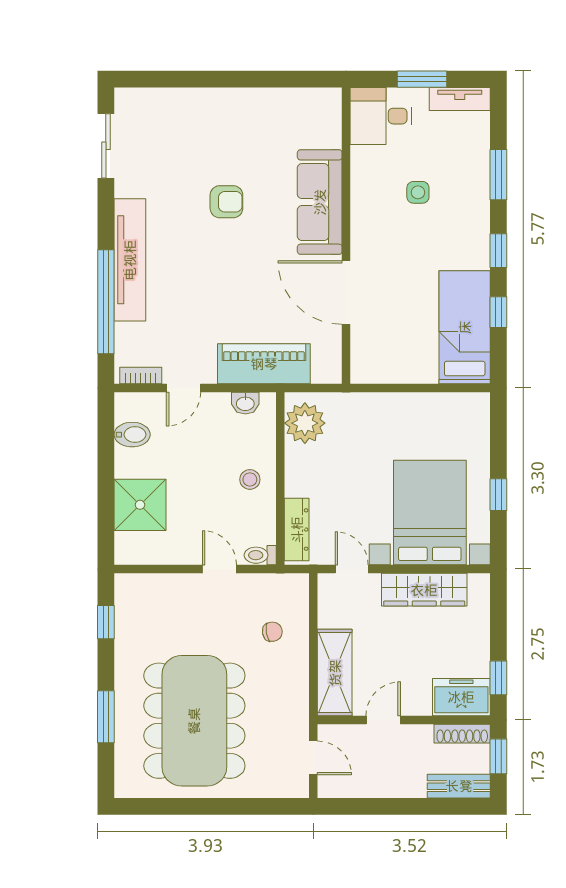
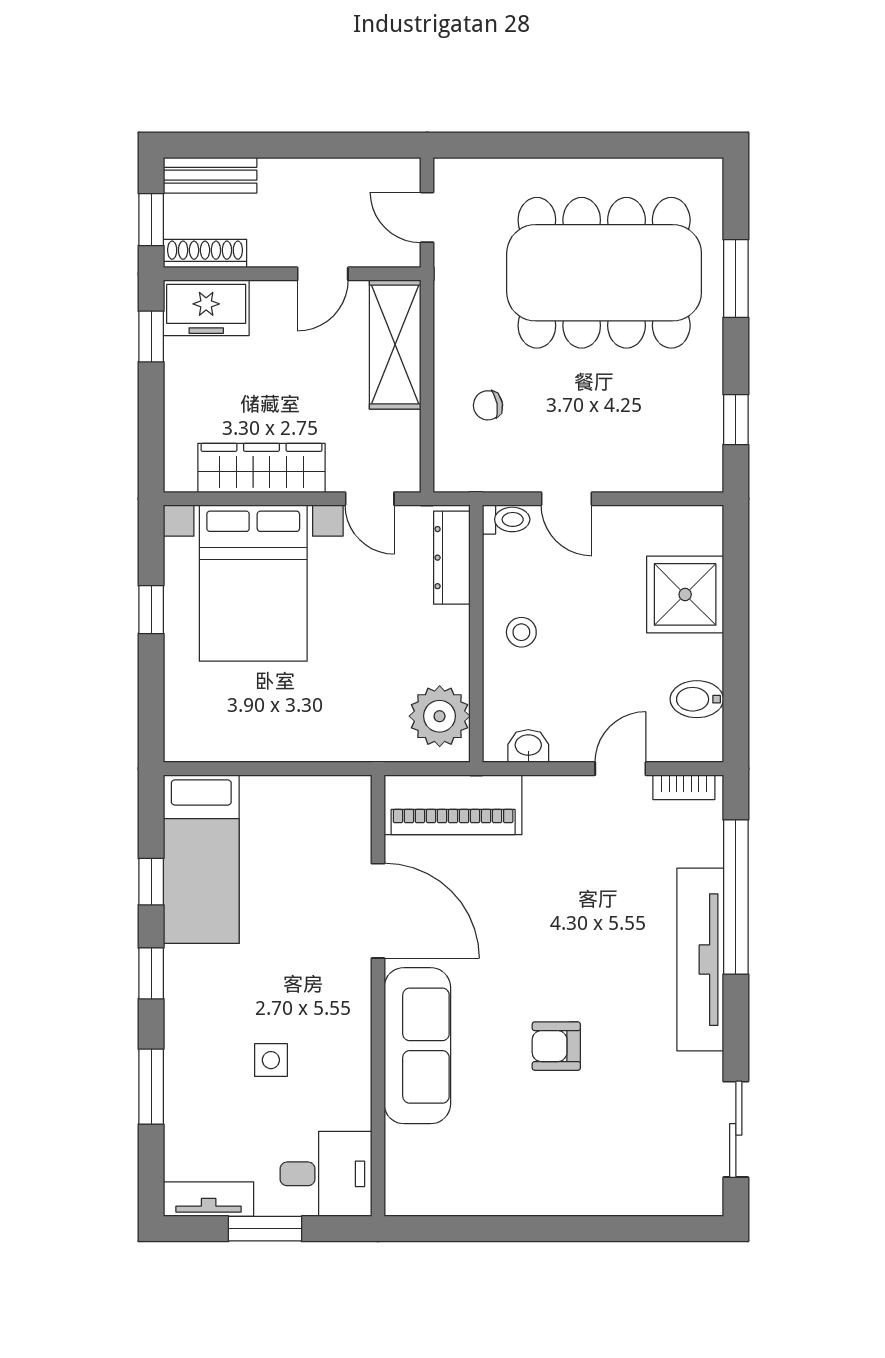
piano: (264, 364) -> (453, 805), moved
dining table: (194, 721) -> (604, 273), turned 90

